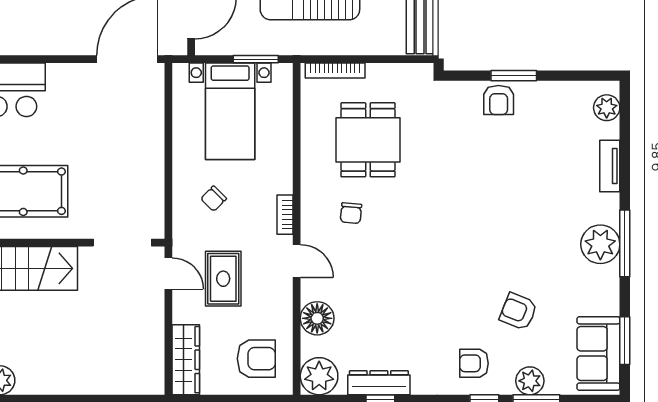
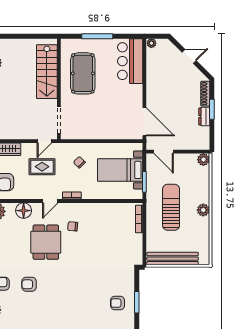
armchair: (499, 100) -> (118, 303), moved
dining table: (368, 140) -> (46, 242), moved, turned 90
armchair: (518, 312) -> (29, 284), moved, turned -112

